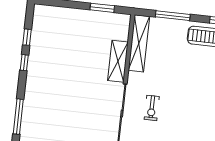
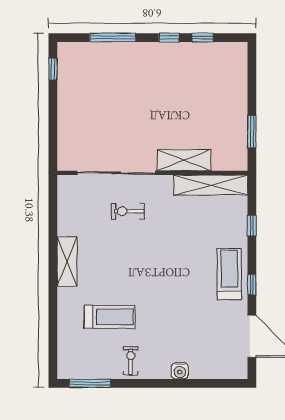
window: (173, 16) -> (252, 225), width x0.46
window: (18, 117) -> (113, 38), moved

